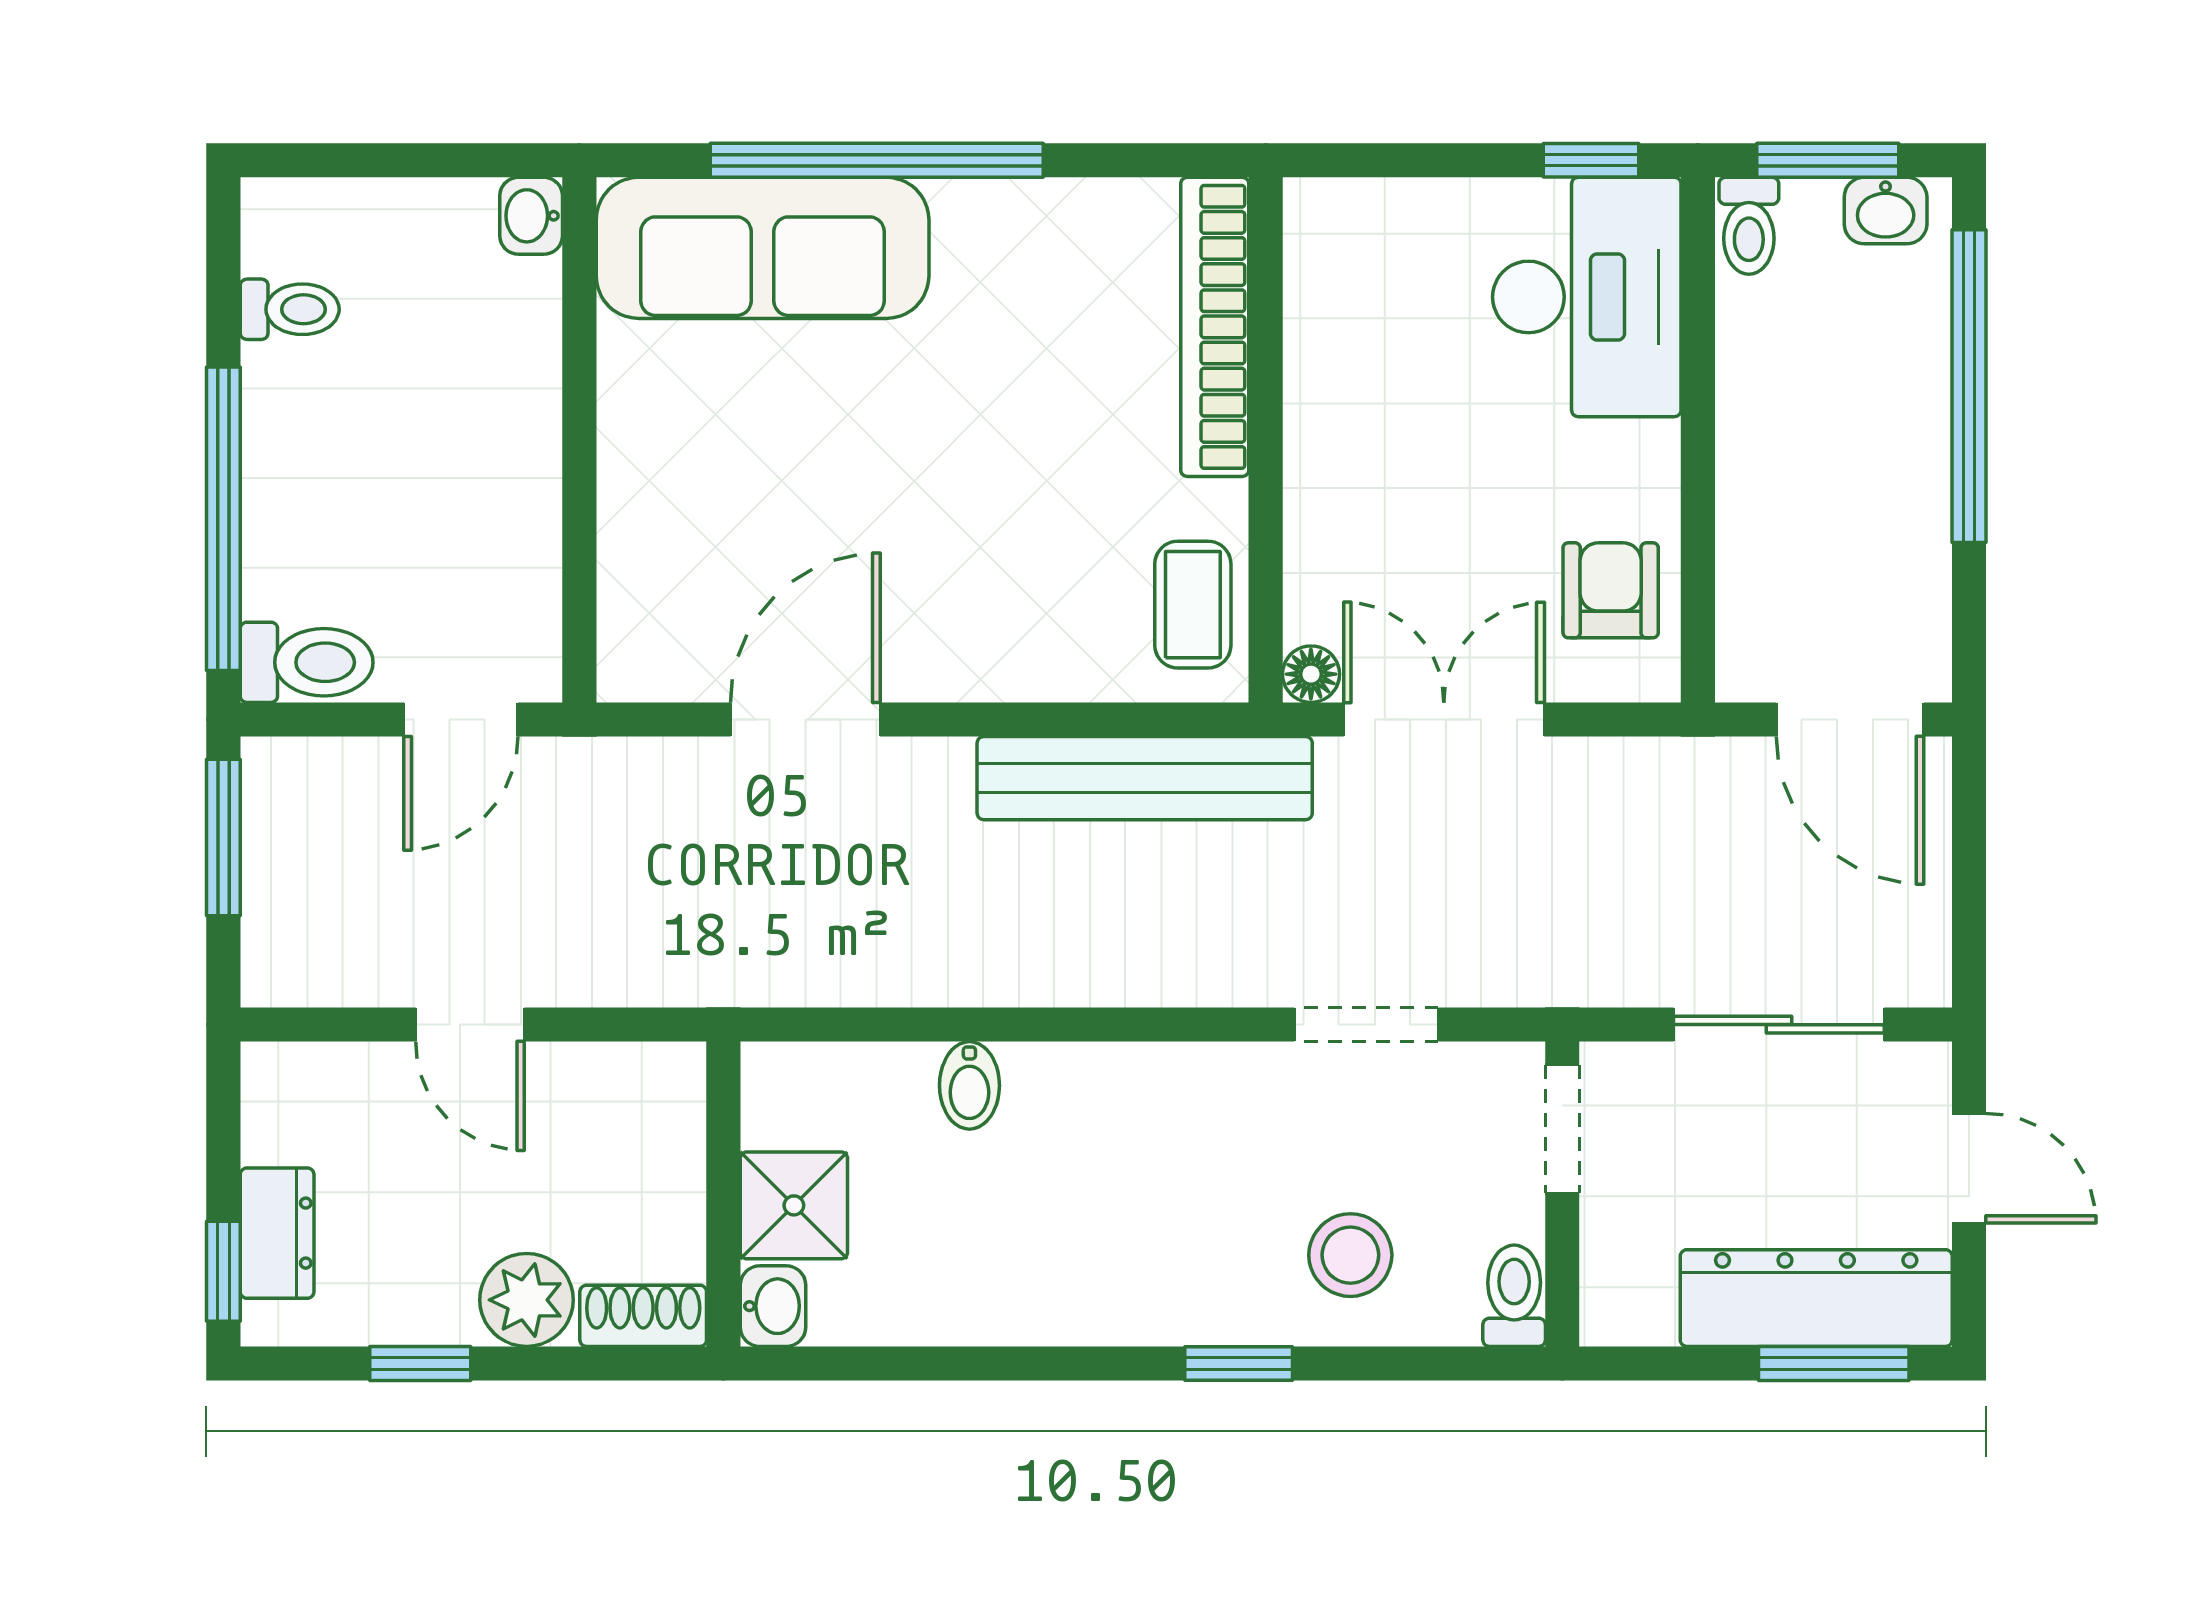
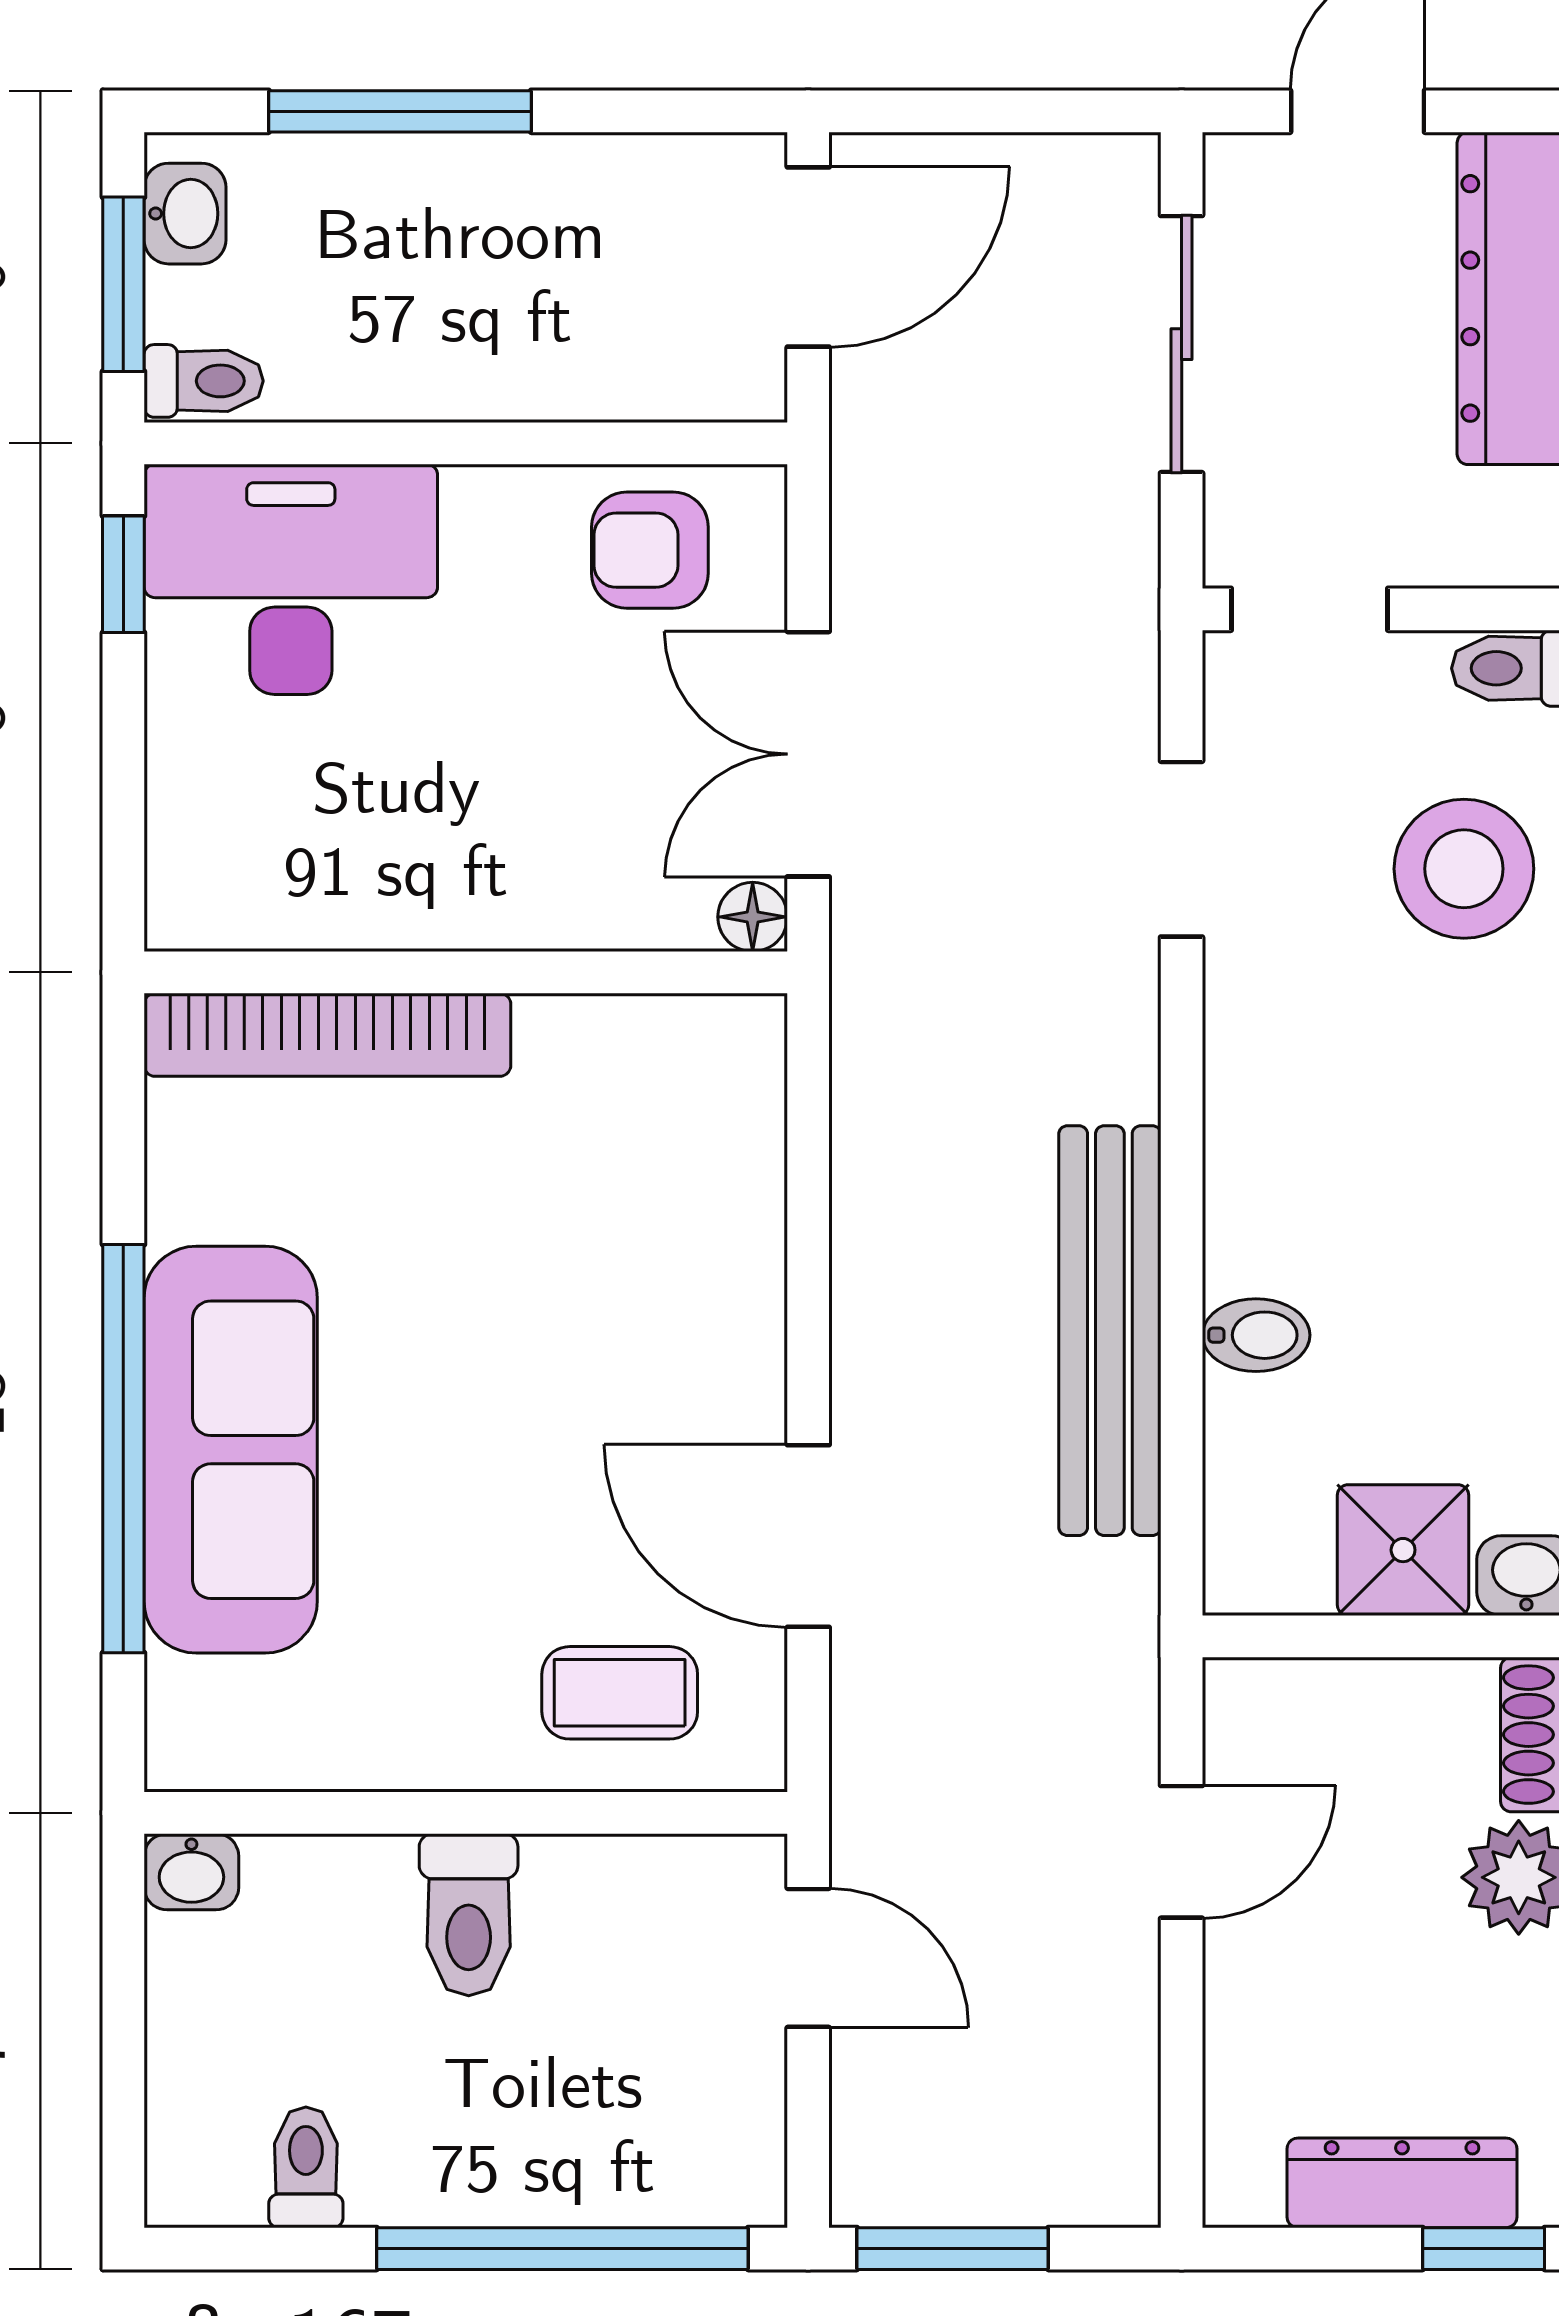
sofa: (763, 248) -> (231, 1450), moved
window: (1969, 386) -> (400, 111), width x0.68
coffee table: (1193, 605) -> (620, 1693), moved
toilet: (307, 662) -> (469, 1915), moved, turned 180
bench: (1145, 778) -> (1110, 1331), moved
door: (470, 1025) -> (1182, 1852), moved
dresser: (277, 1233) -> (1402, 2183), width x1.44
stool: (1350, 1255) -> (1464, 869), width x1.38, depth x1.38

